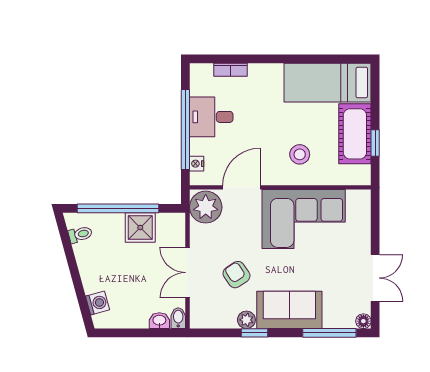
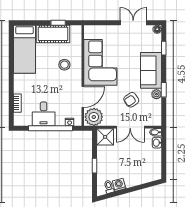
door: (241, 187) -> (83, 97), swing flipped
window: (118, 208) -> (95, 166), width x0.32
shower: (140, 228) -> (105, 137), moved
washing machine: (98, 303) -> (119, 185), moved
window: (329, 333) -> (164, 48), width x0.46

